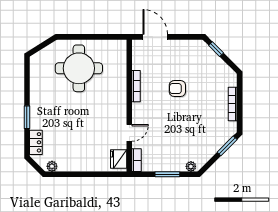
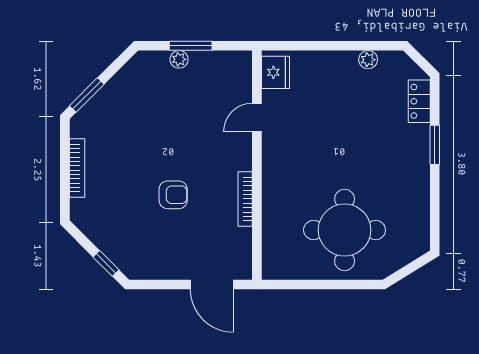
bookcase: (137, 160) -> (244, 70), removed
plant: (52, 166) -> (368, 60), moved
plant: (191, 166) -> (179, 59), moved

